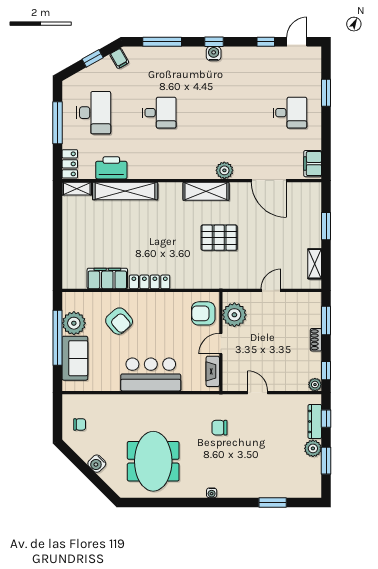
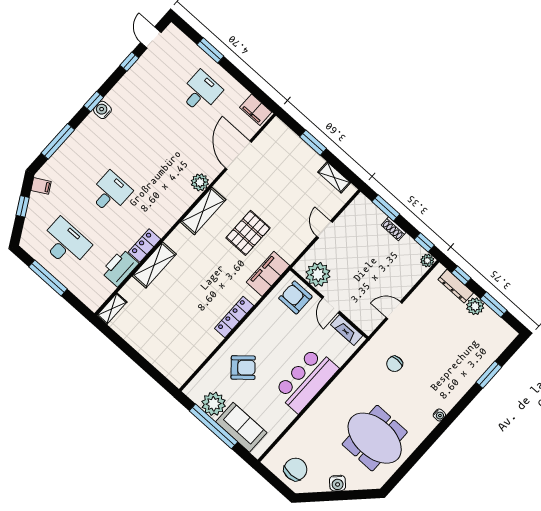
locker: (70, 164) -> (145, 246), moved, turned -90
door: (269, 181) -> (238, 155), swing flipped
shelving: (125, 191) -> (154, 265), width x0.68
filing cabinet: (107, 278) -> (268, 274), moved
armchair: (203, 313) -> (295, 297), turned 90
chair: (80, 424) -> (295, 469), width x1.87, depth x1.87

